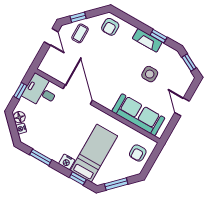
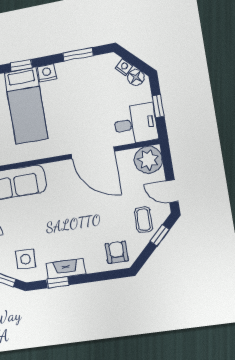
plant: (50, 65) -> (148, 160), added
side table: (150, 74) -> (25, 259), moved

